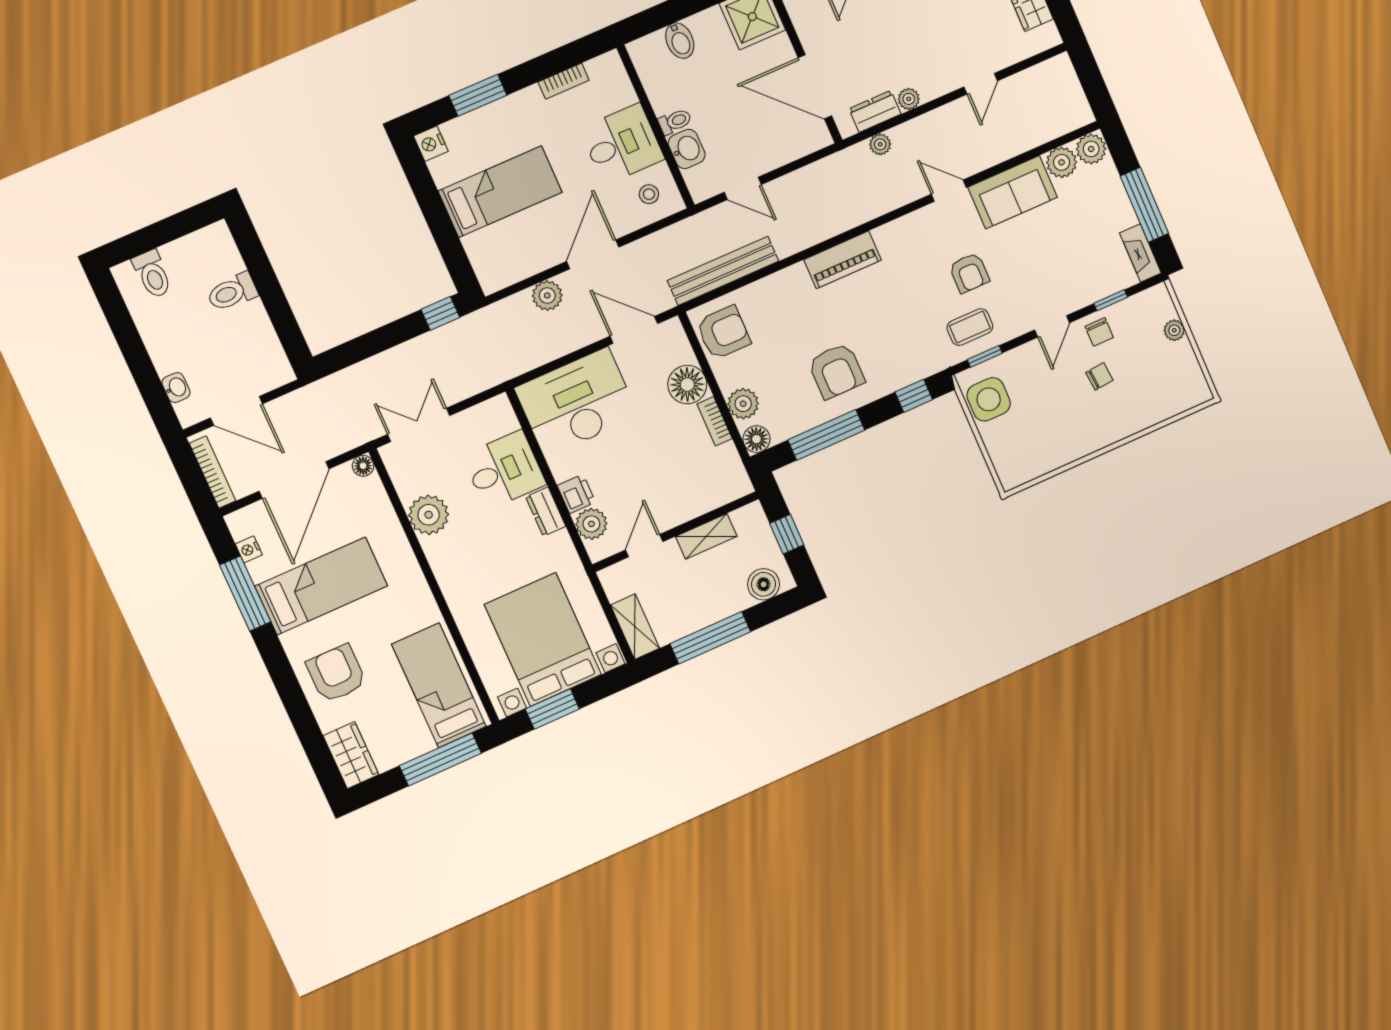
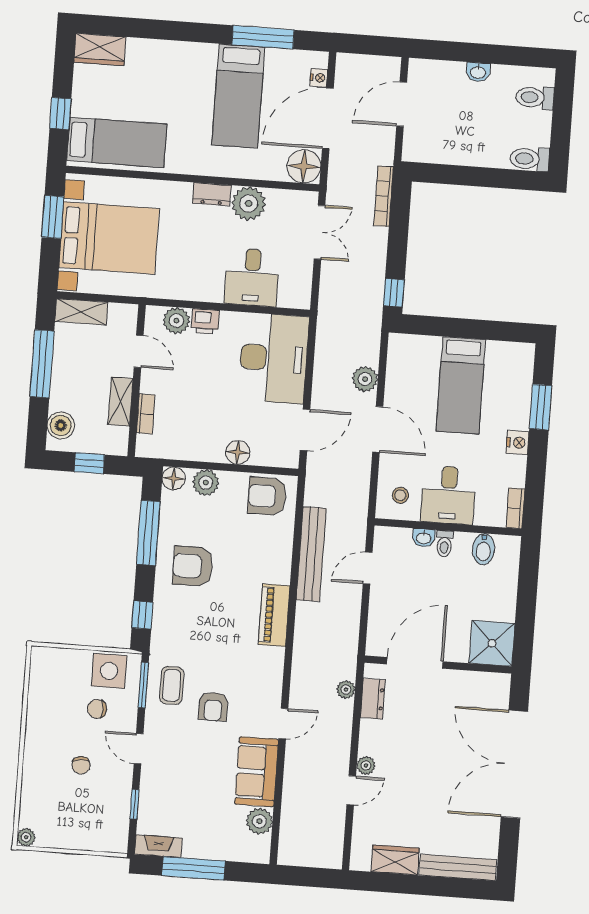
bidet: (680, 41) -> (484, 549), moved, turned -90
bookcase: (564, 81) -> (515, 508), moved
door: (981, 84) -> (351, 790), swing flipped
plant: (909, 99) -> (366, 765), moved
nightstand: (431, 144) -> (518, 443), moved, turned 90
washbasin: (687, 149) -> (424, 538), width x0.72, depth x0.69
plant: (1091, 149) -> (258, 849), removed
bench: (723, 271) -> (311, 554), moved
armchair: (969, 273) -> (213, 707), turned -90
toilet: (232, 292) -> (530, 159), moved, turned -90
plant: (1174, 330) -> (26, 837), moved
chair: (1099, 332) -> (97, 709), moved
armchair: (723, 333) -> (267, 496), turned 90
window: (985, 356) -> (143, 685), width x1.50
floor lamp: (687, 385) -> (238, 452), width x0.73, depth x0.73
washbasin: (176, 388) -> (478, 72), moved
bookcase: (715, 421) -> (146, 414), moved, turned 90
floor lamp: (363, 466) -> (304, 166), width x1.89, depth x1.89
bookcase: (212, 472) -> (384, 196), moved, turned 90
door: (294, 480) -> (328, 119), hinge flipped
dresser: (546, 512) -> (212, 194), moved, turned 180
nightstand: (249, 549) -> (319, 78), moved, turned 90
armchair: (336, 674) -> (167, 72), removed
window: (440, 759) -> (60, 113), width x0.46

